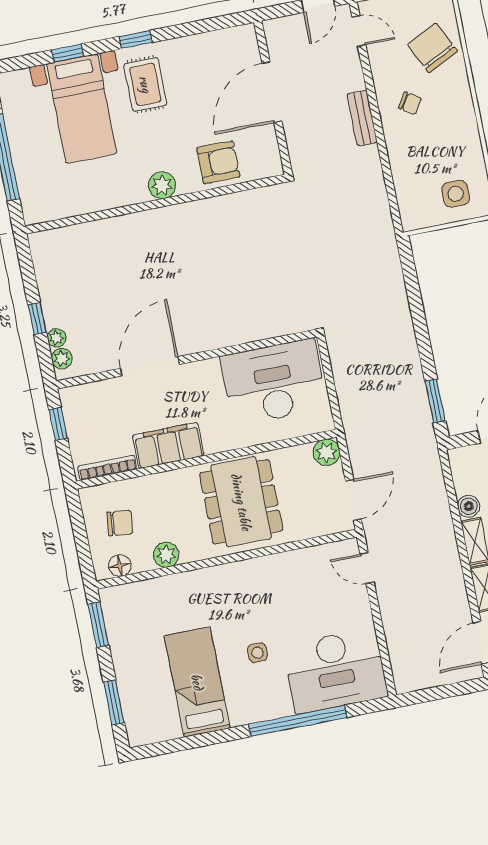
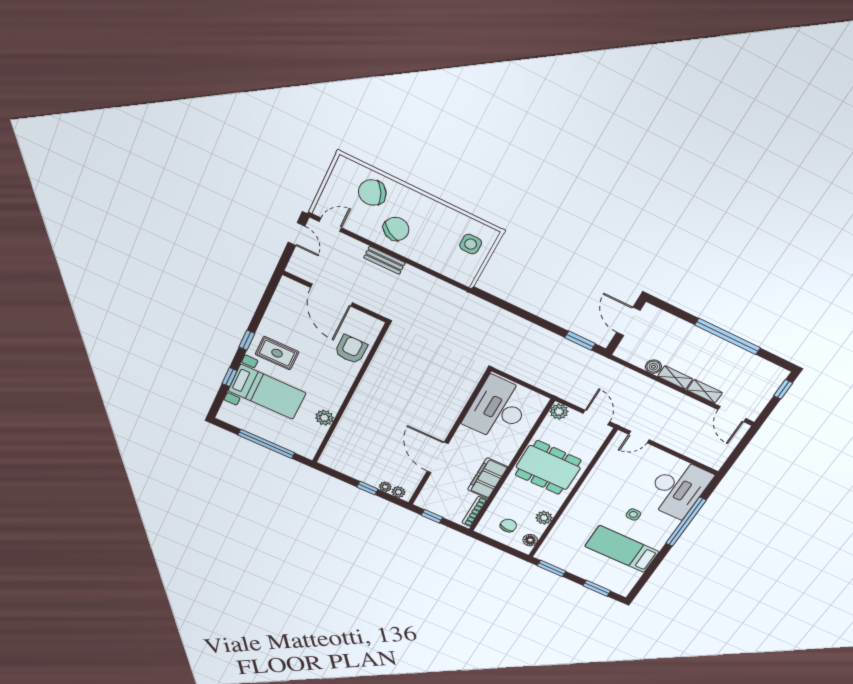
chair: (410, 103) -> (396, 229), width x1.87, depth x1.87
plant: (162, 185) -> (324, 418), moved

